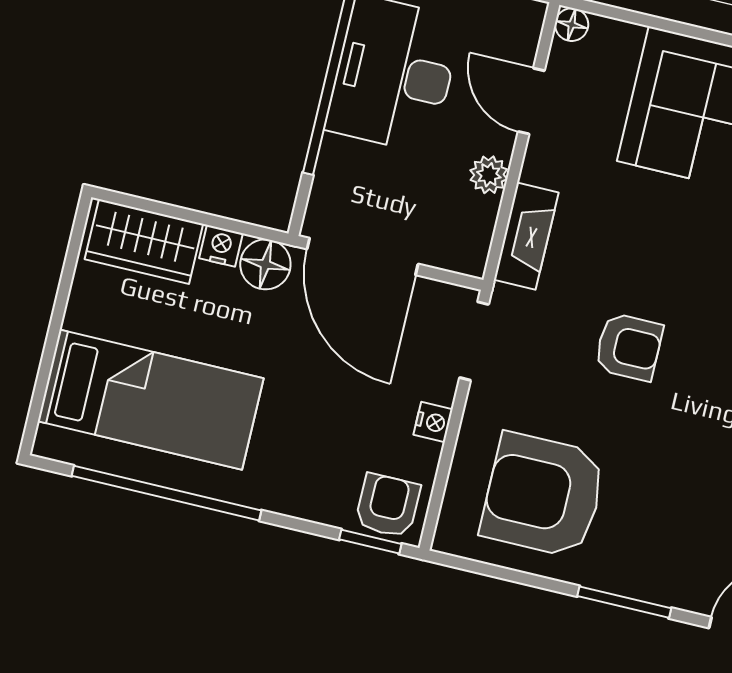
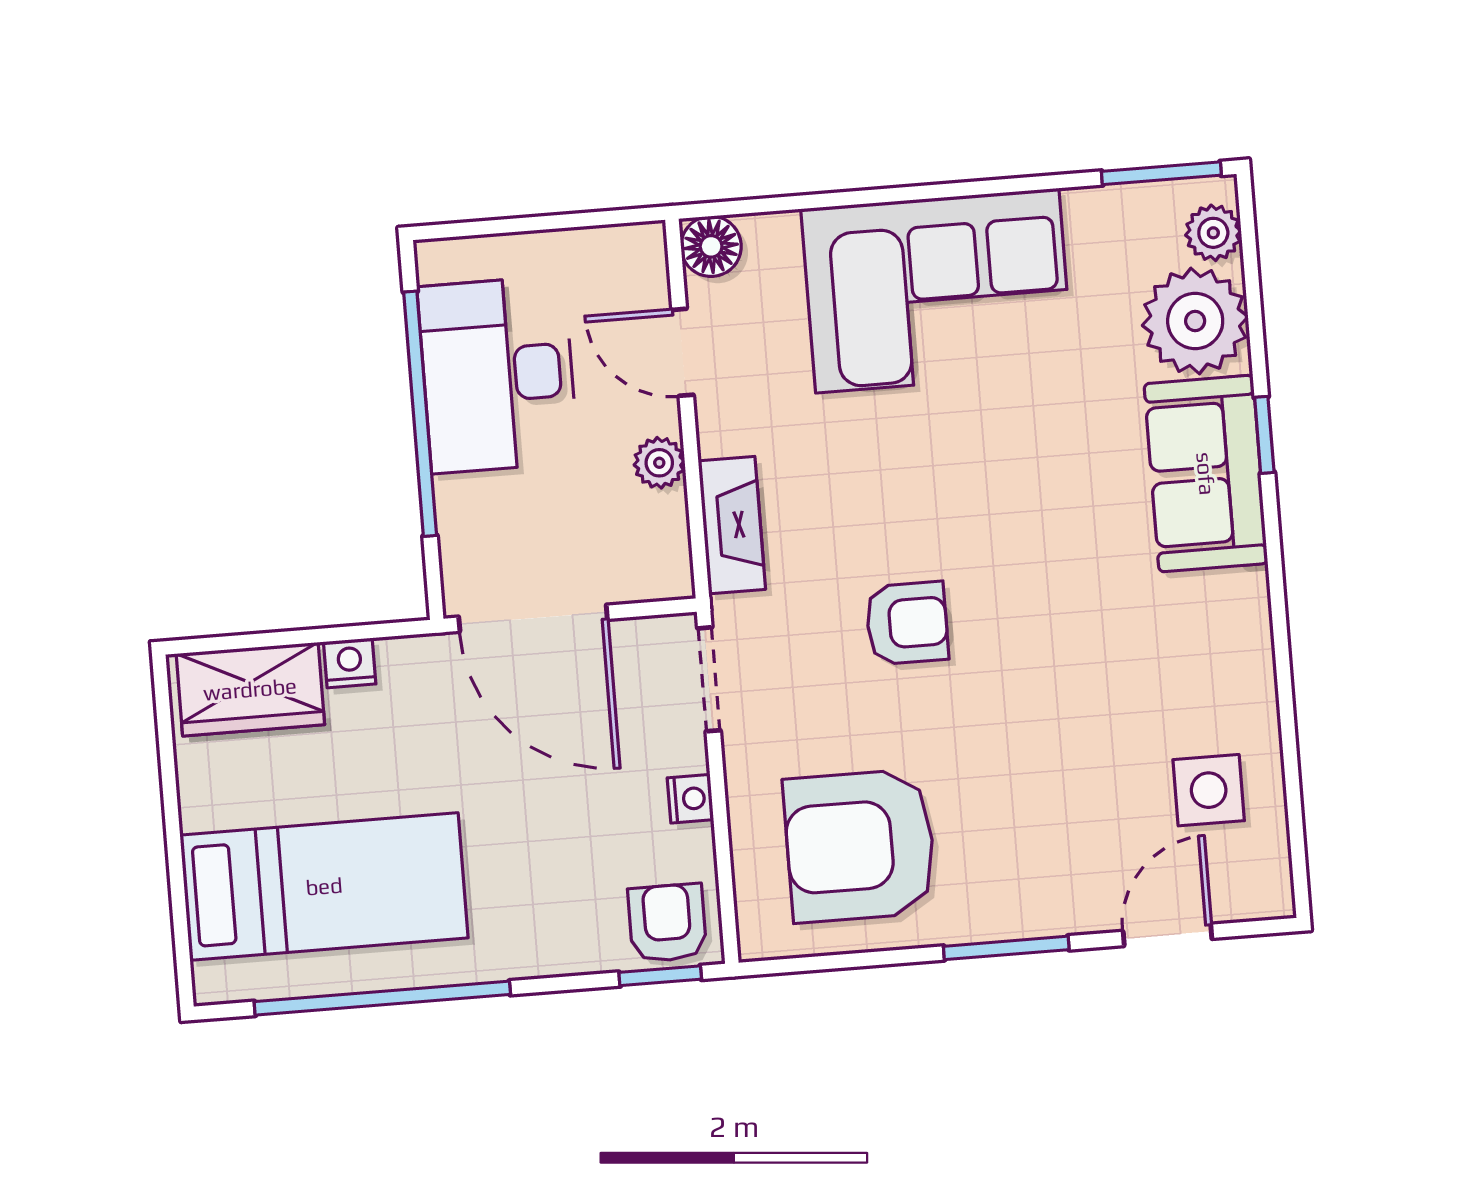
floor lamp: (572, 25) -> (711, 246), width x1.37, depth x1.37
floor lamp: (265, 264) -> (413, 668), removed

